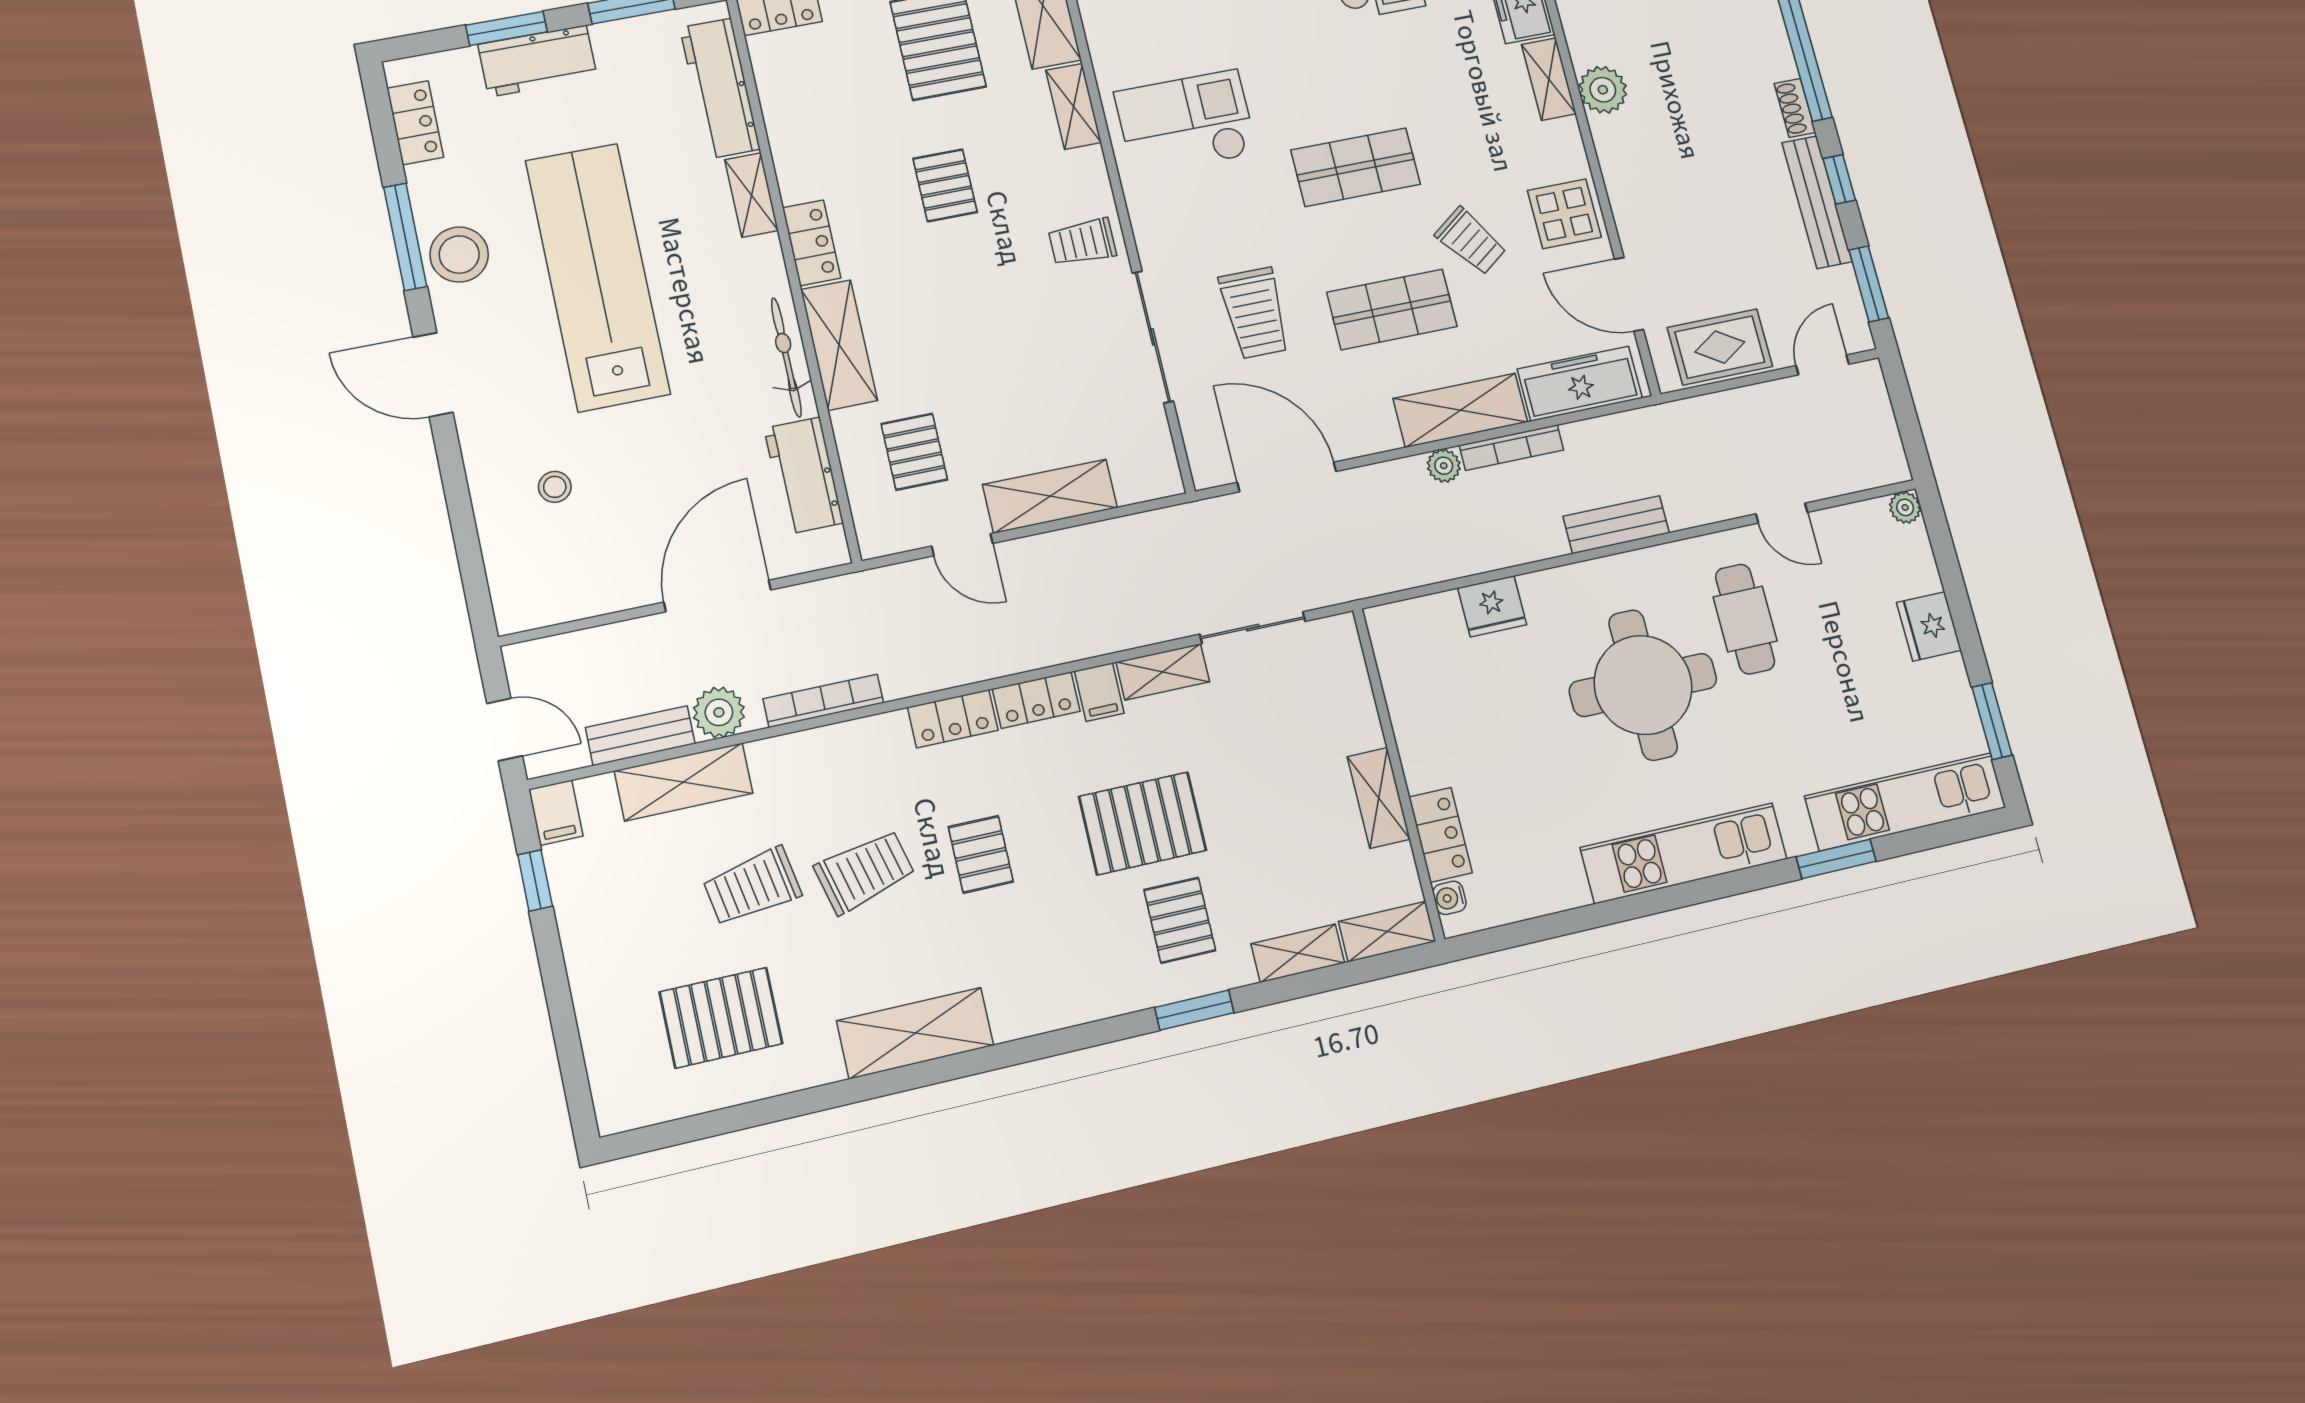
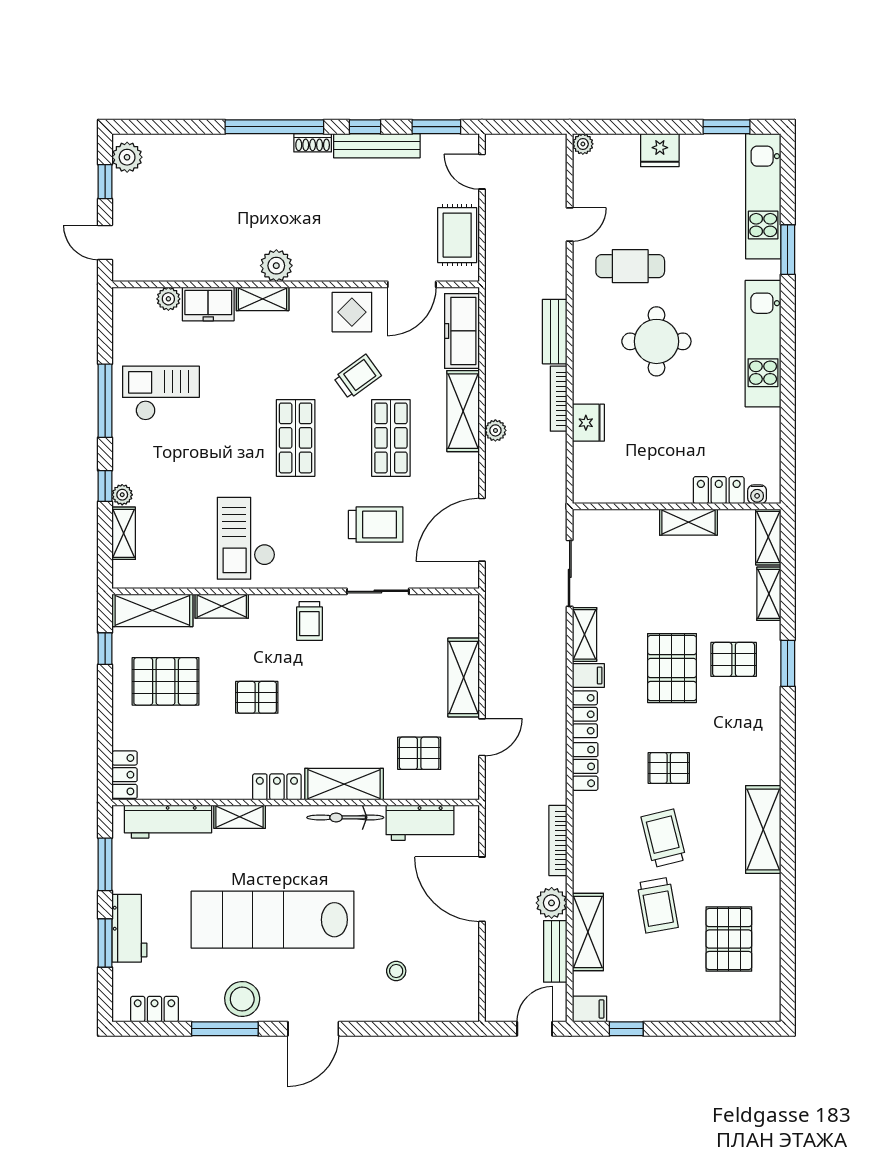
sliding door: (1153, 337) -> (378, 591), width x0.73
bookcase: (1511, 448) -> (559, 399), moved, turned 180
round table: (1643, 685) -> (656, 341), width x0.73, depth x0.73

